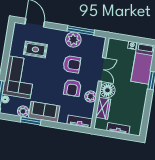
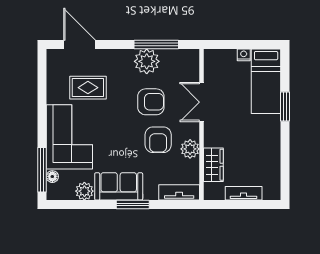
double door: (102, 69) -> (201, 102), swing flipped
floor lamp: (107, 90) -> (216, 134), removed
window: (31, 121) -> (133, 205), moved

